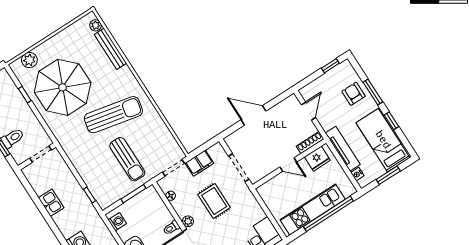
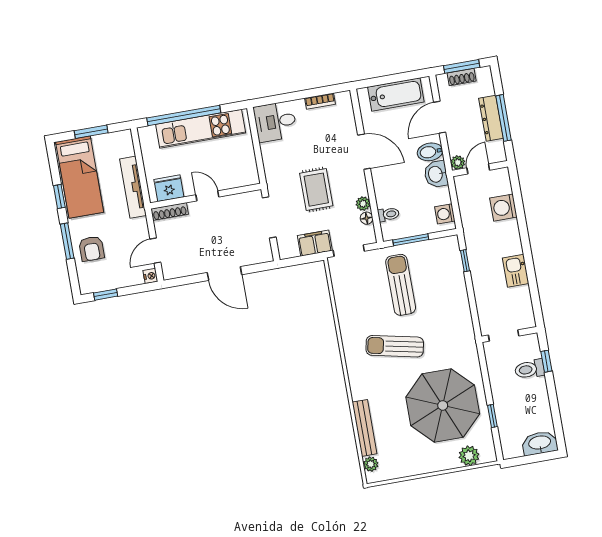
sun lounger: (113, 115) -> (395, 346), width x0.73, depth x0.75
nightstand: (357, 174) -> (150, 276), moved
plant: (188, 221) -> (363, 204), moved
toilet: (171, 228) -> (388, 214), moved

